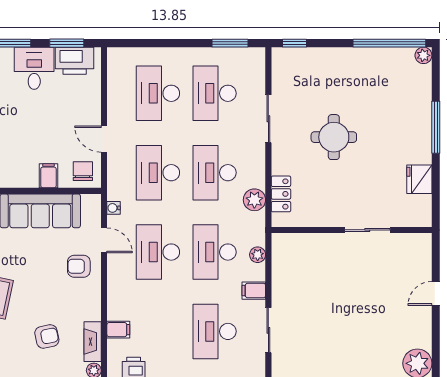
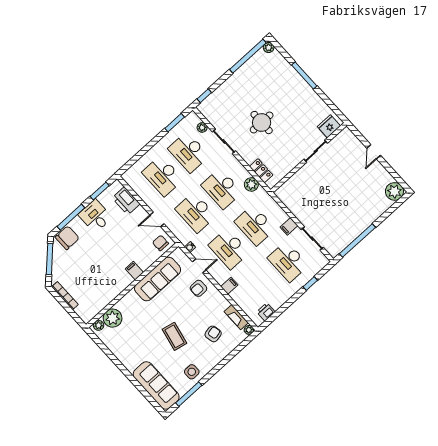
printer: (75, 61) -> (126, 201), moved, turned 90
filing cabinet: (48, 176) -> (134, 271), moved
fridge: (419, 179) -> (329, 126), moved, turned 90
plant: (258, 255) -> (202, 127), moved
filing cabinet: (118, 330) -> (229, 286), moved

